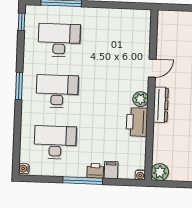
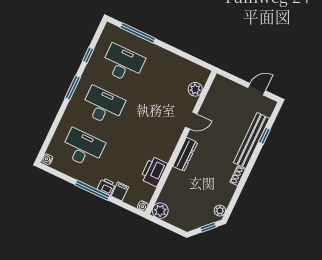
window: (21, 22) -> (88, 55), moved
plant: (141, 99) -> (195, 89), moved
printer: (137, 122) -> (154, 171), moved

